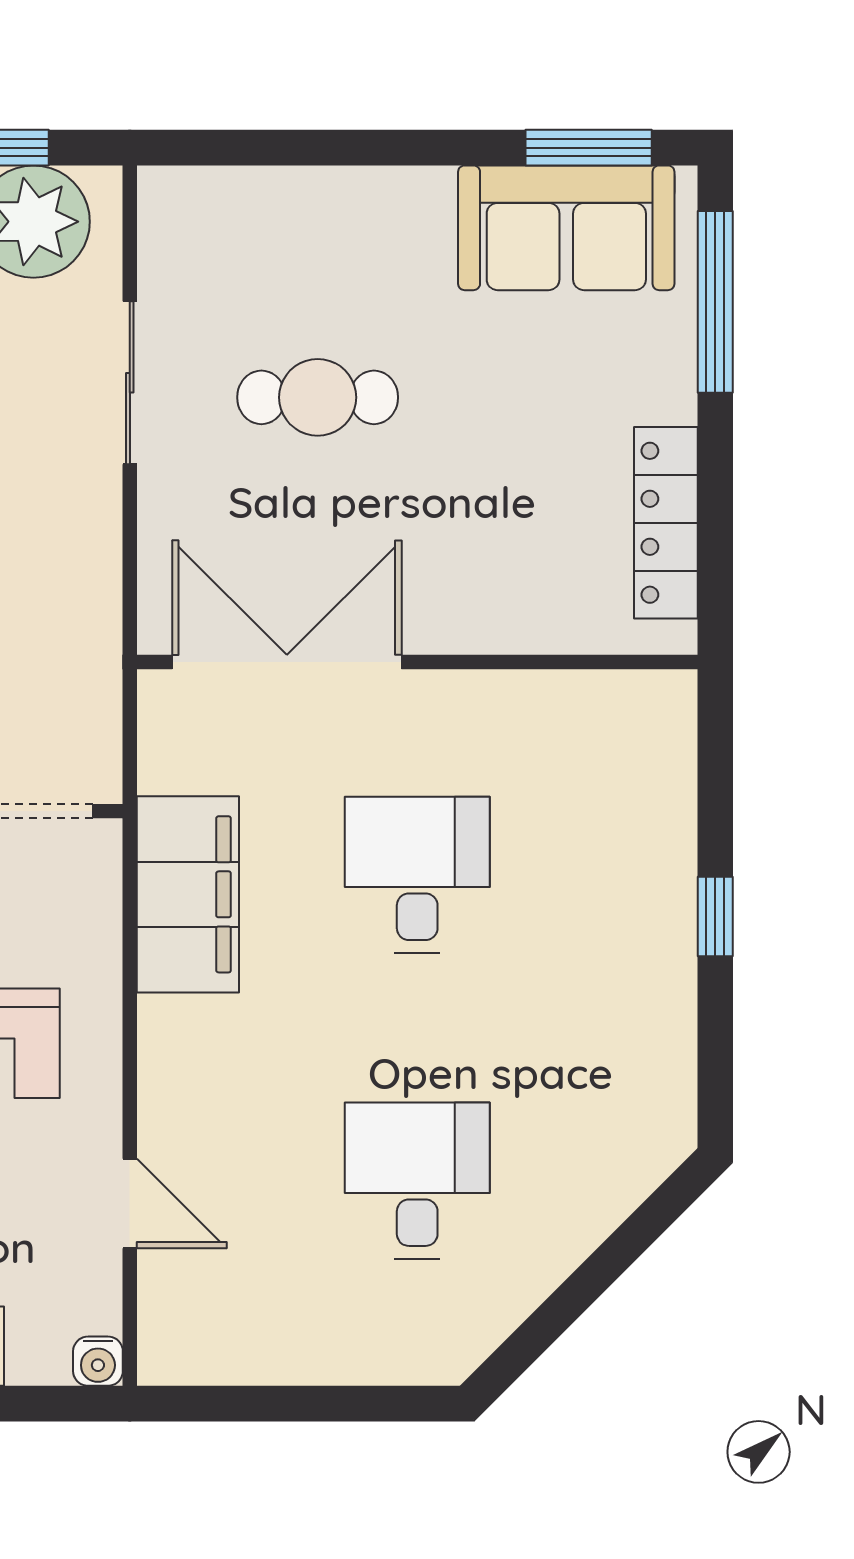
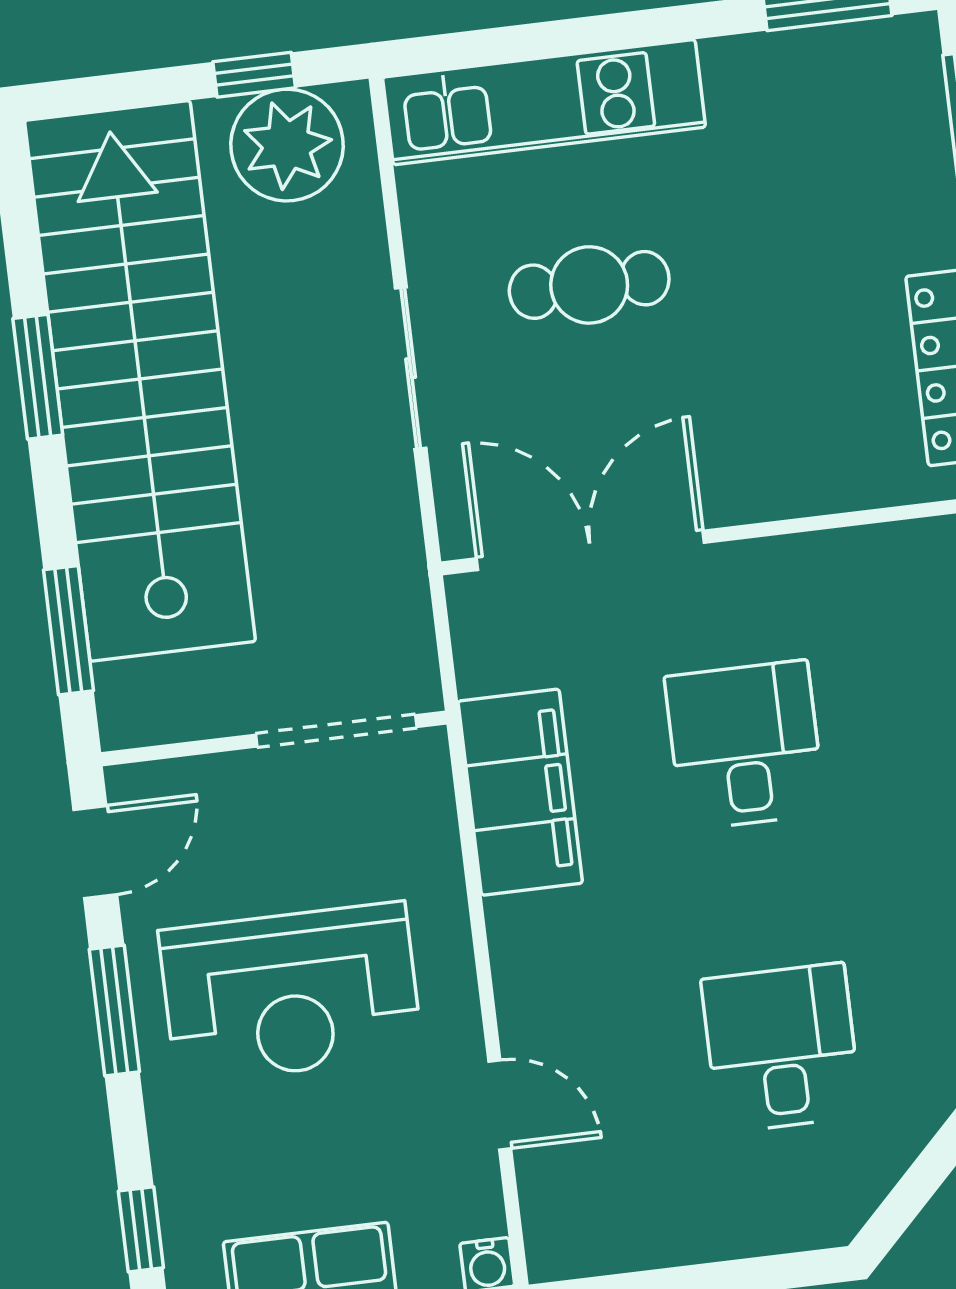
kitchen unit: (295, 210) -> (544, 102), added
sofa: (566, 228) -> (815, 87), removed
sliding door: (130, 383) -> (411, 368), moved

